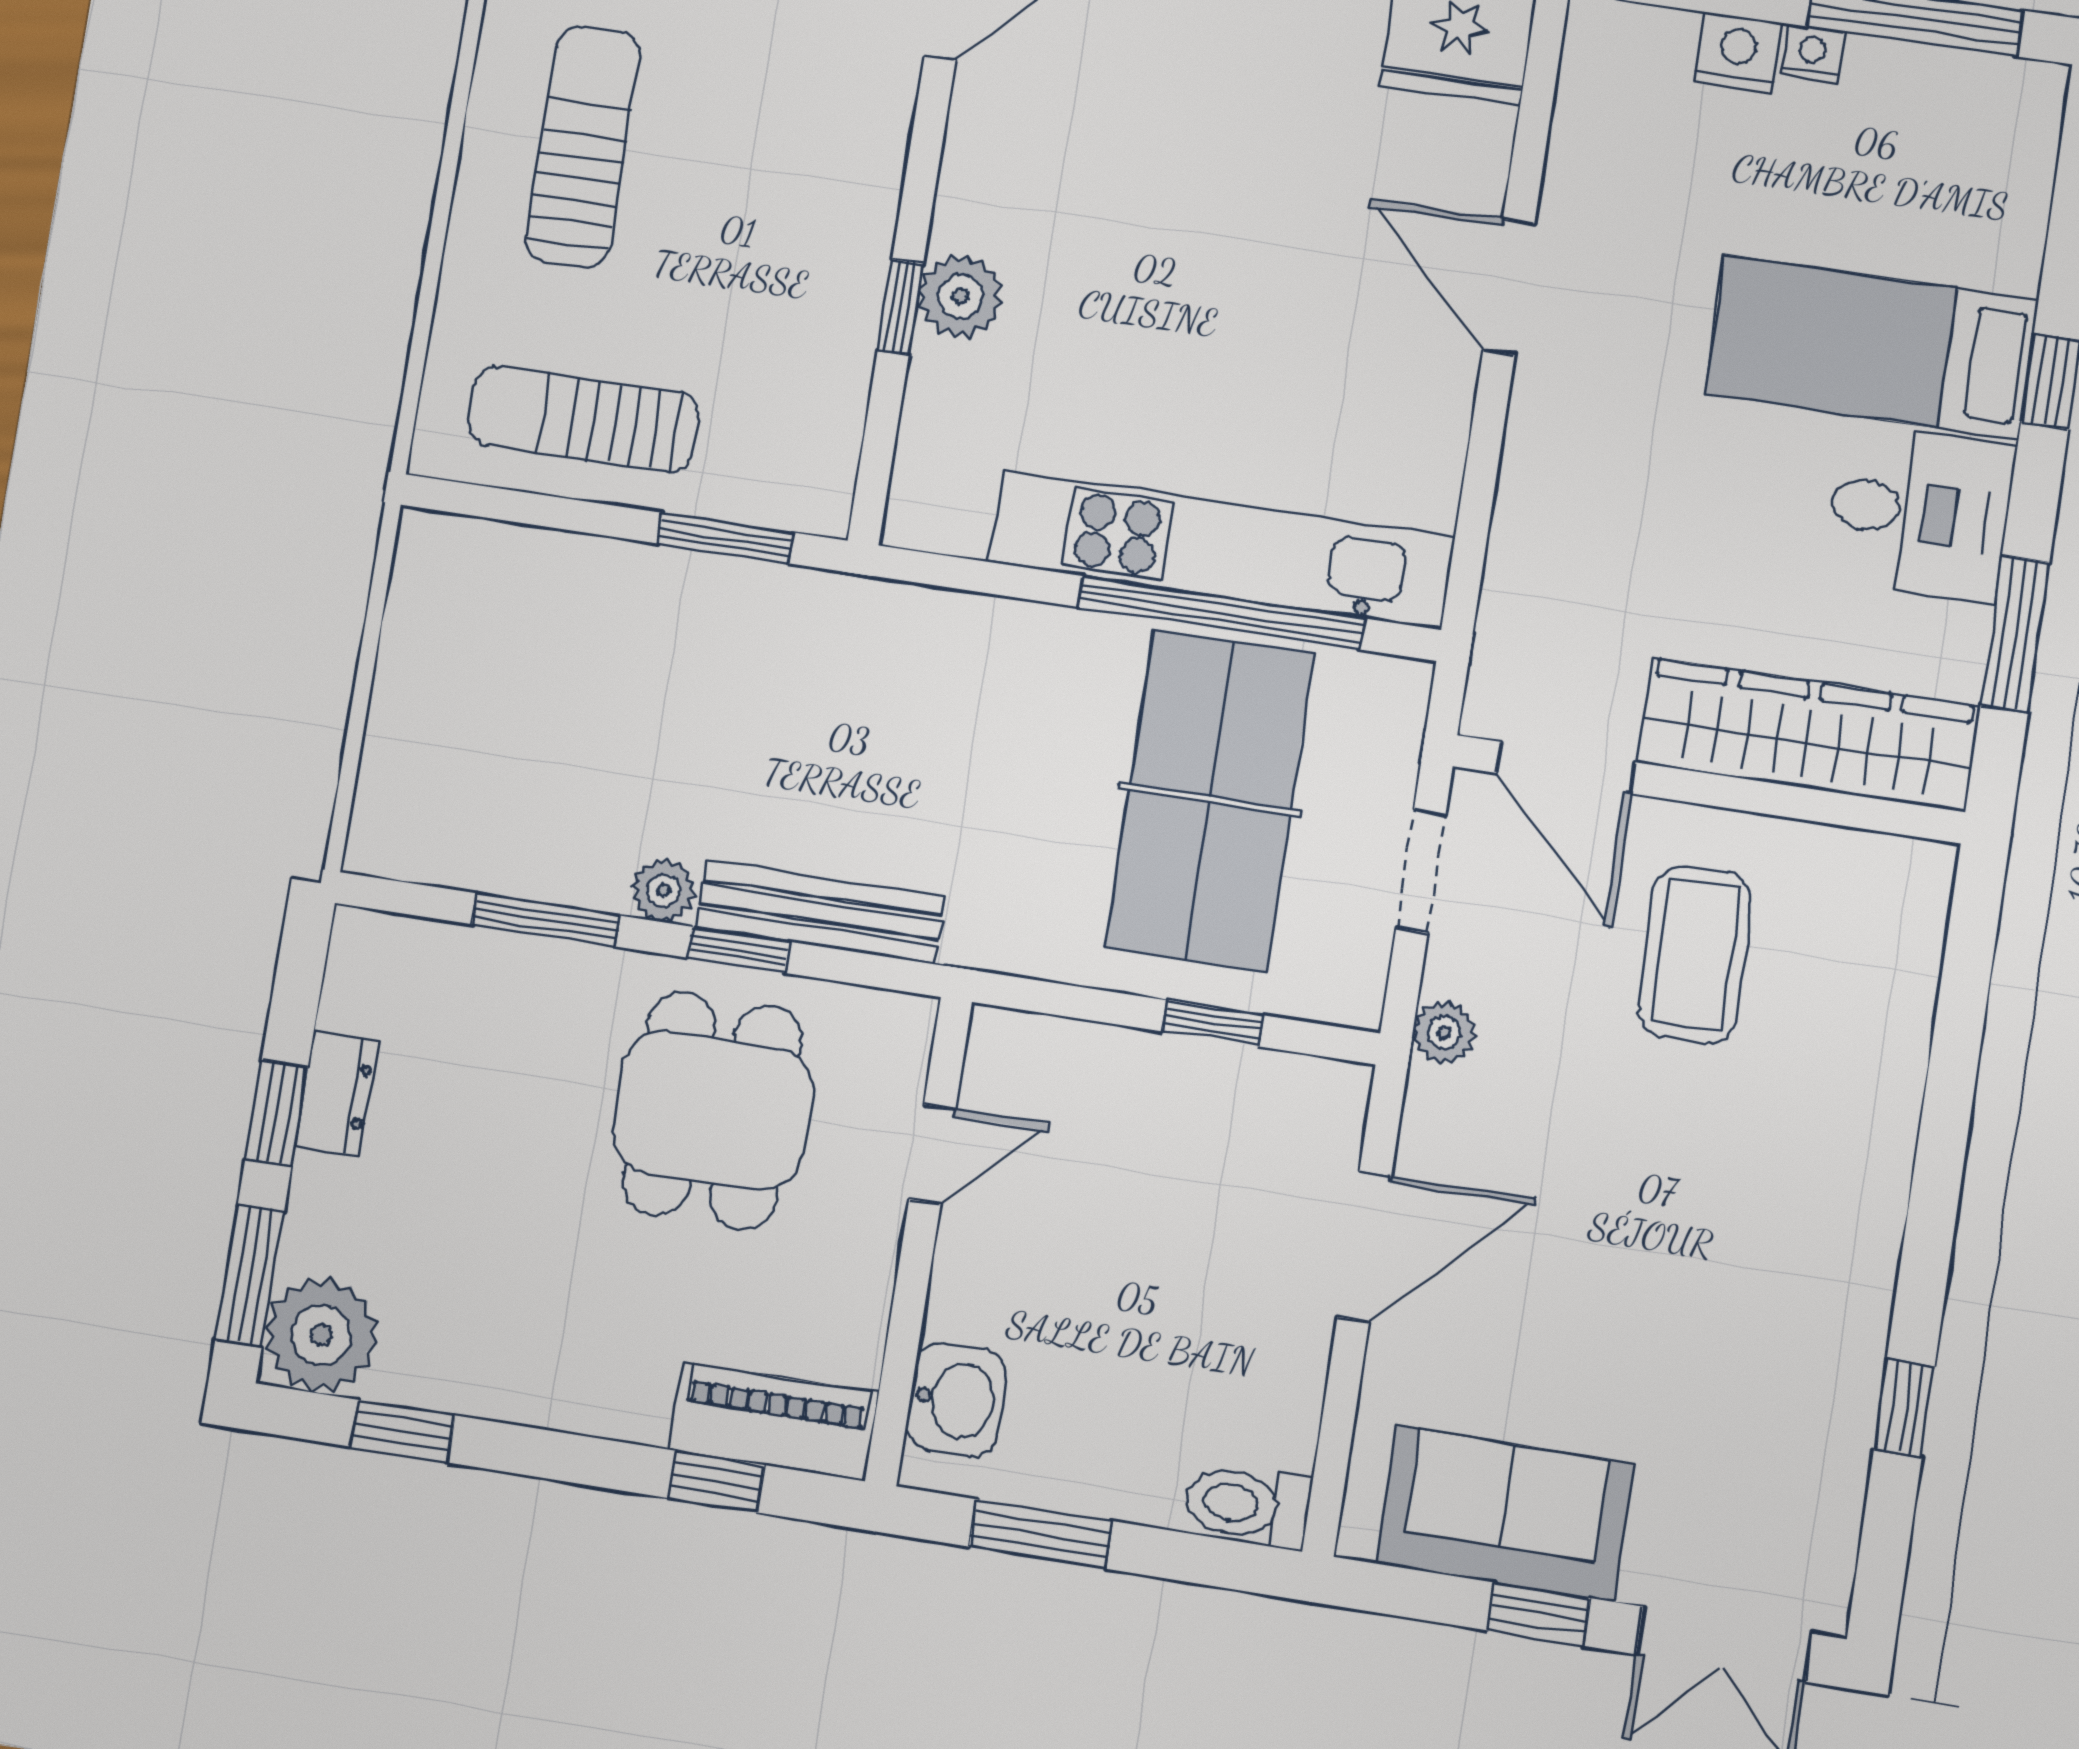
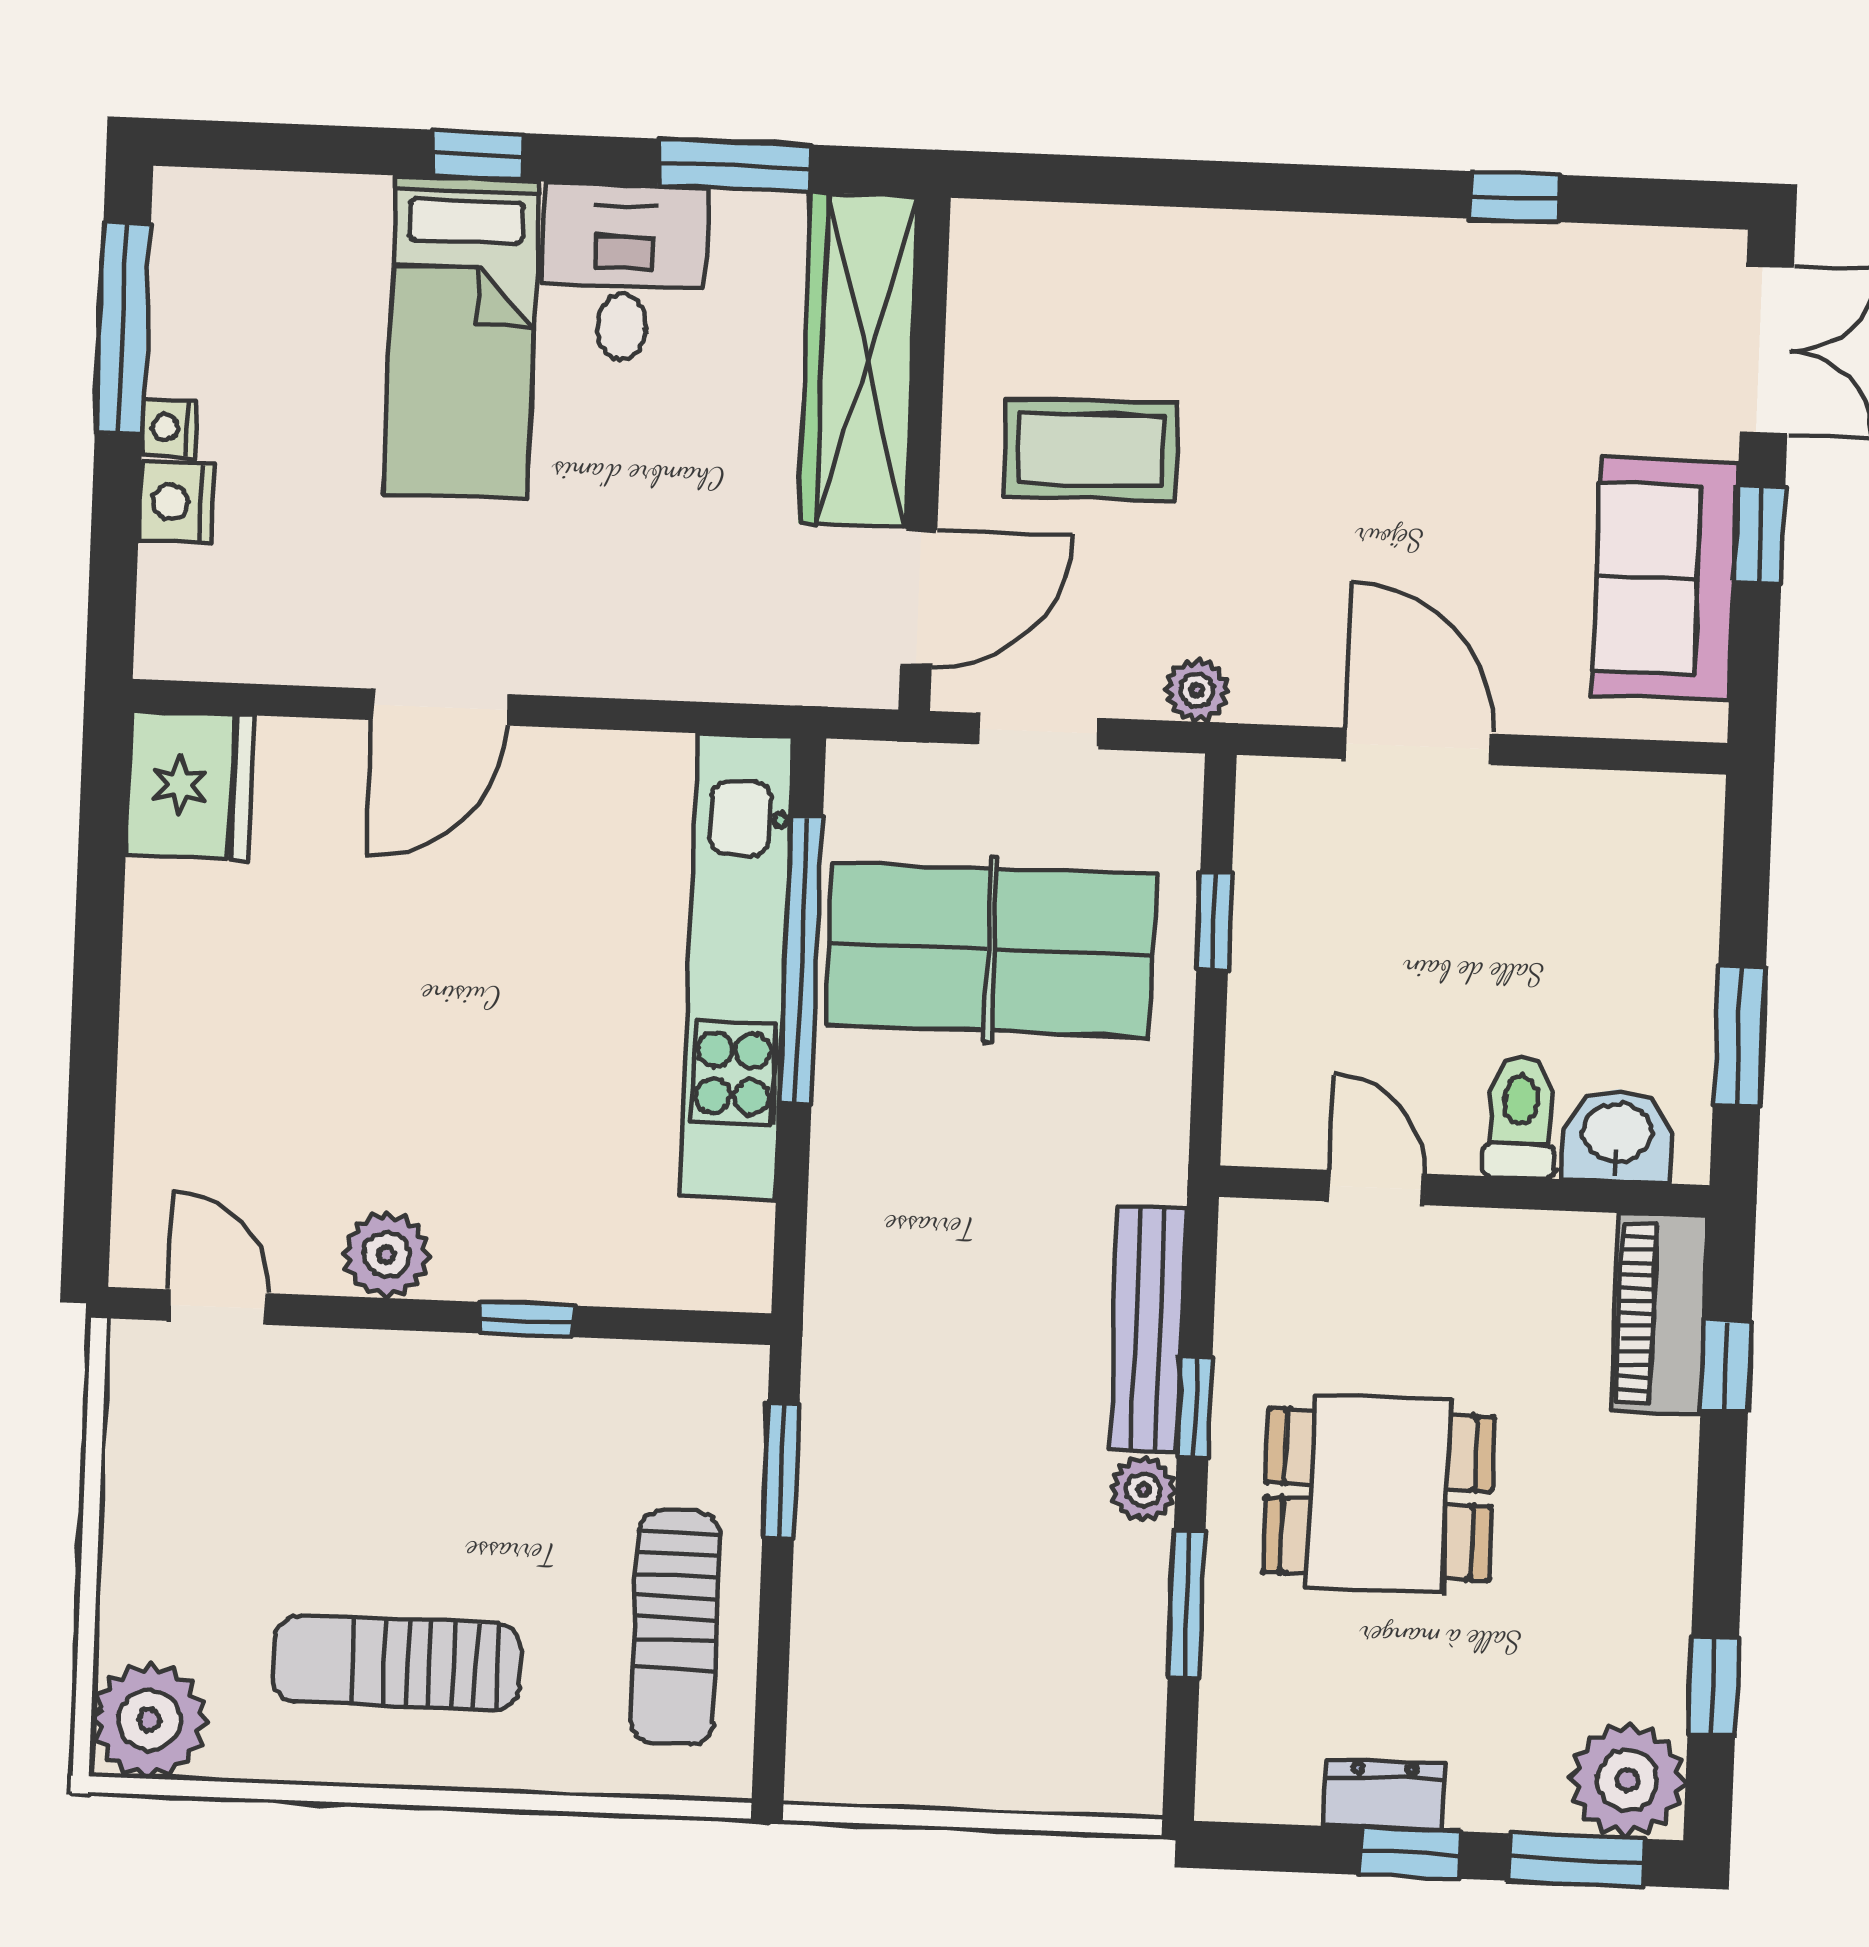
plant: (961, 296) -> (387, 1255), moved
dining table: (712, 1110) -> (1378, 1494), moved
toilet: (1248, 1505) -> (1520, 1117), moved, turned 180

